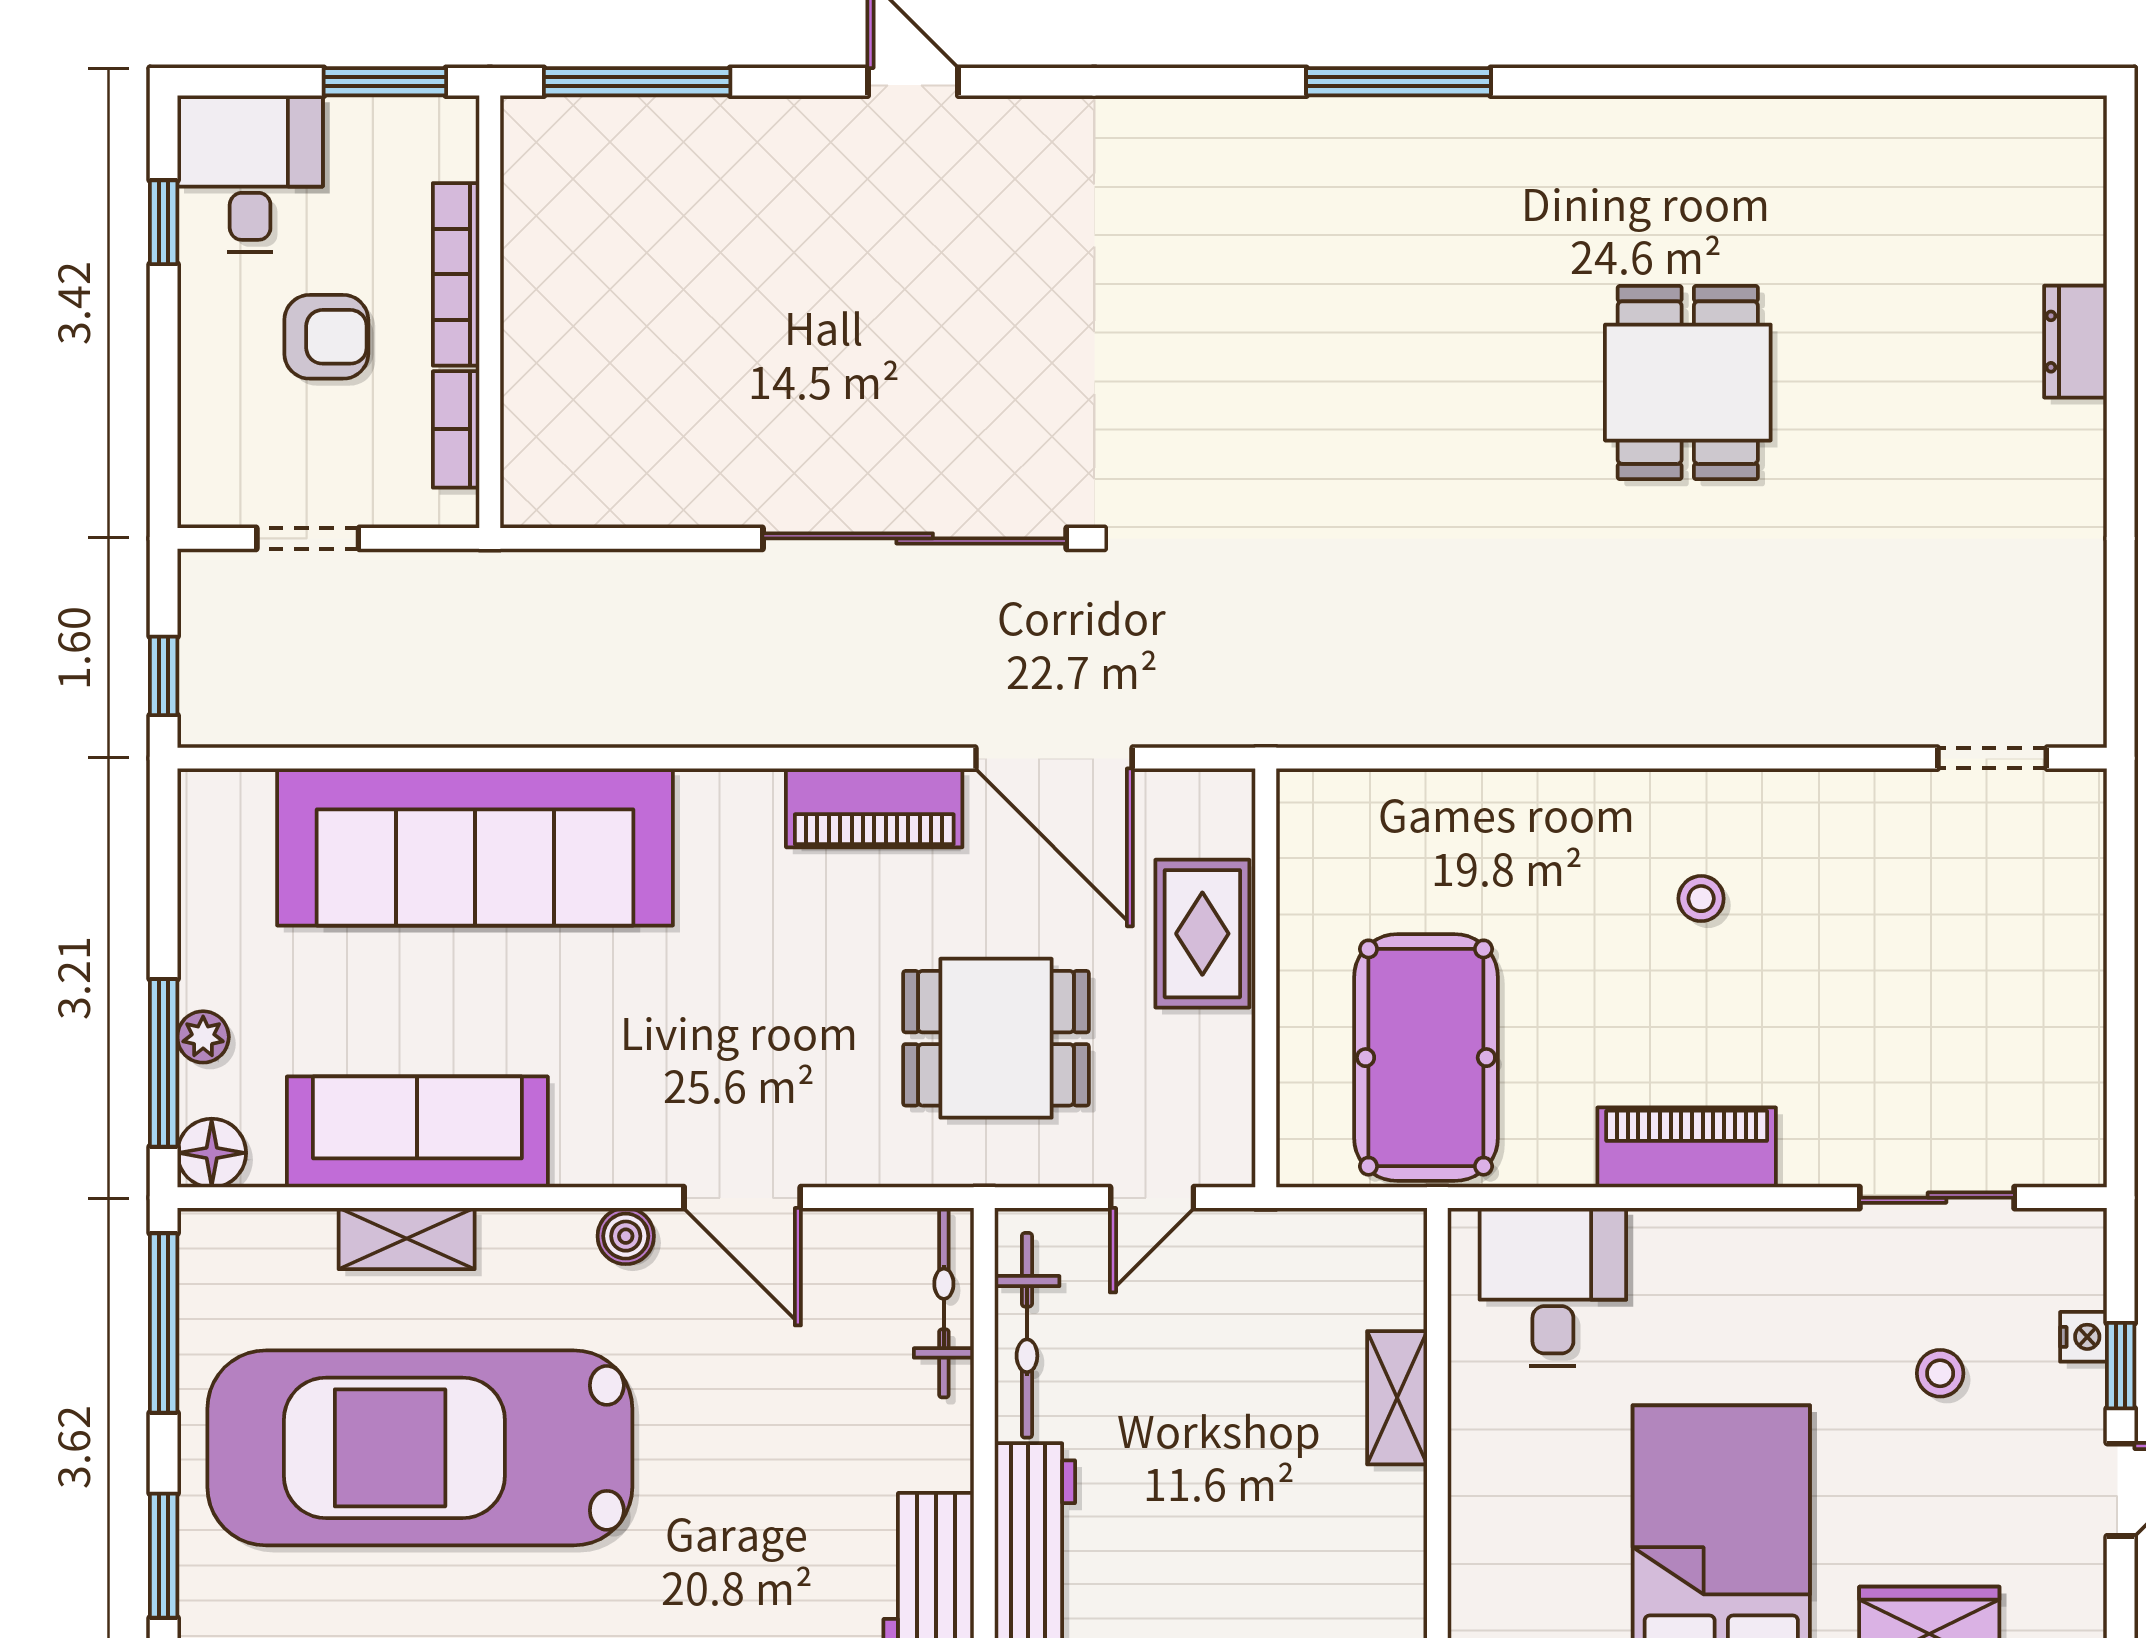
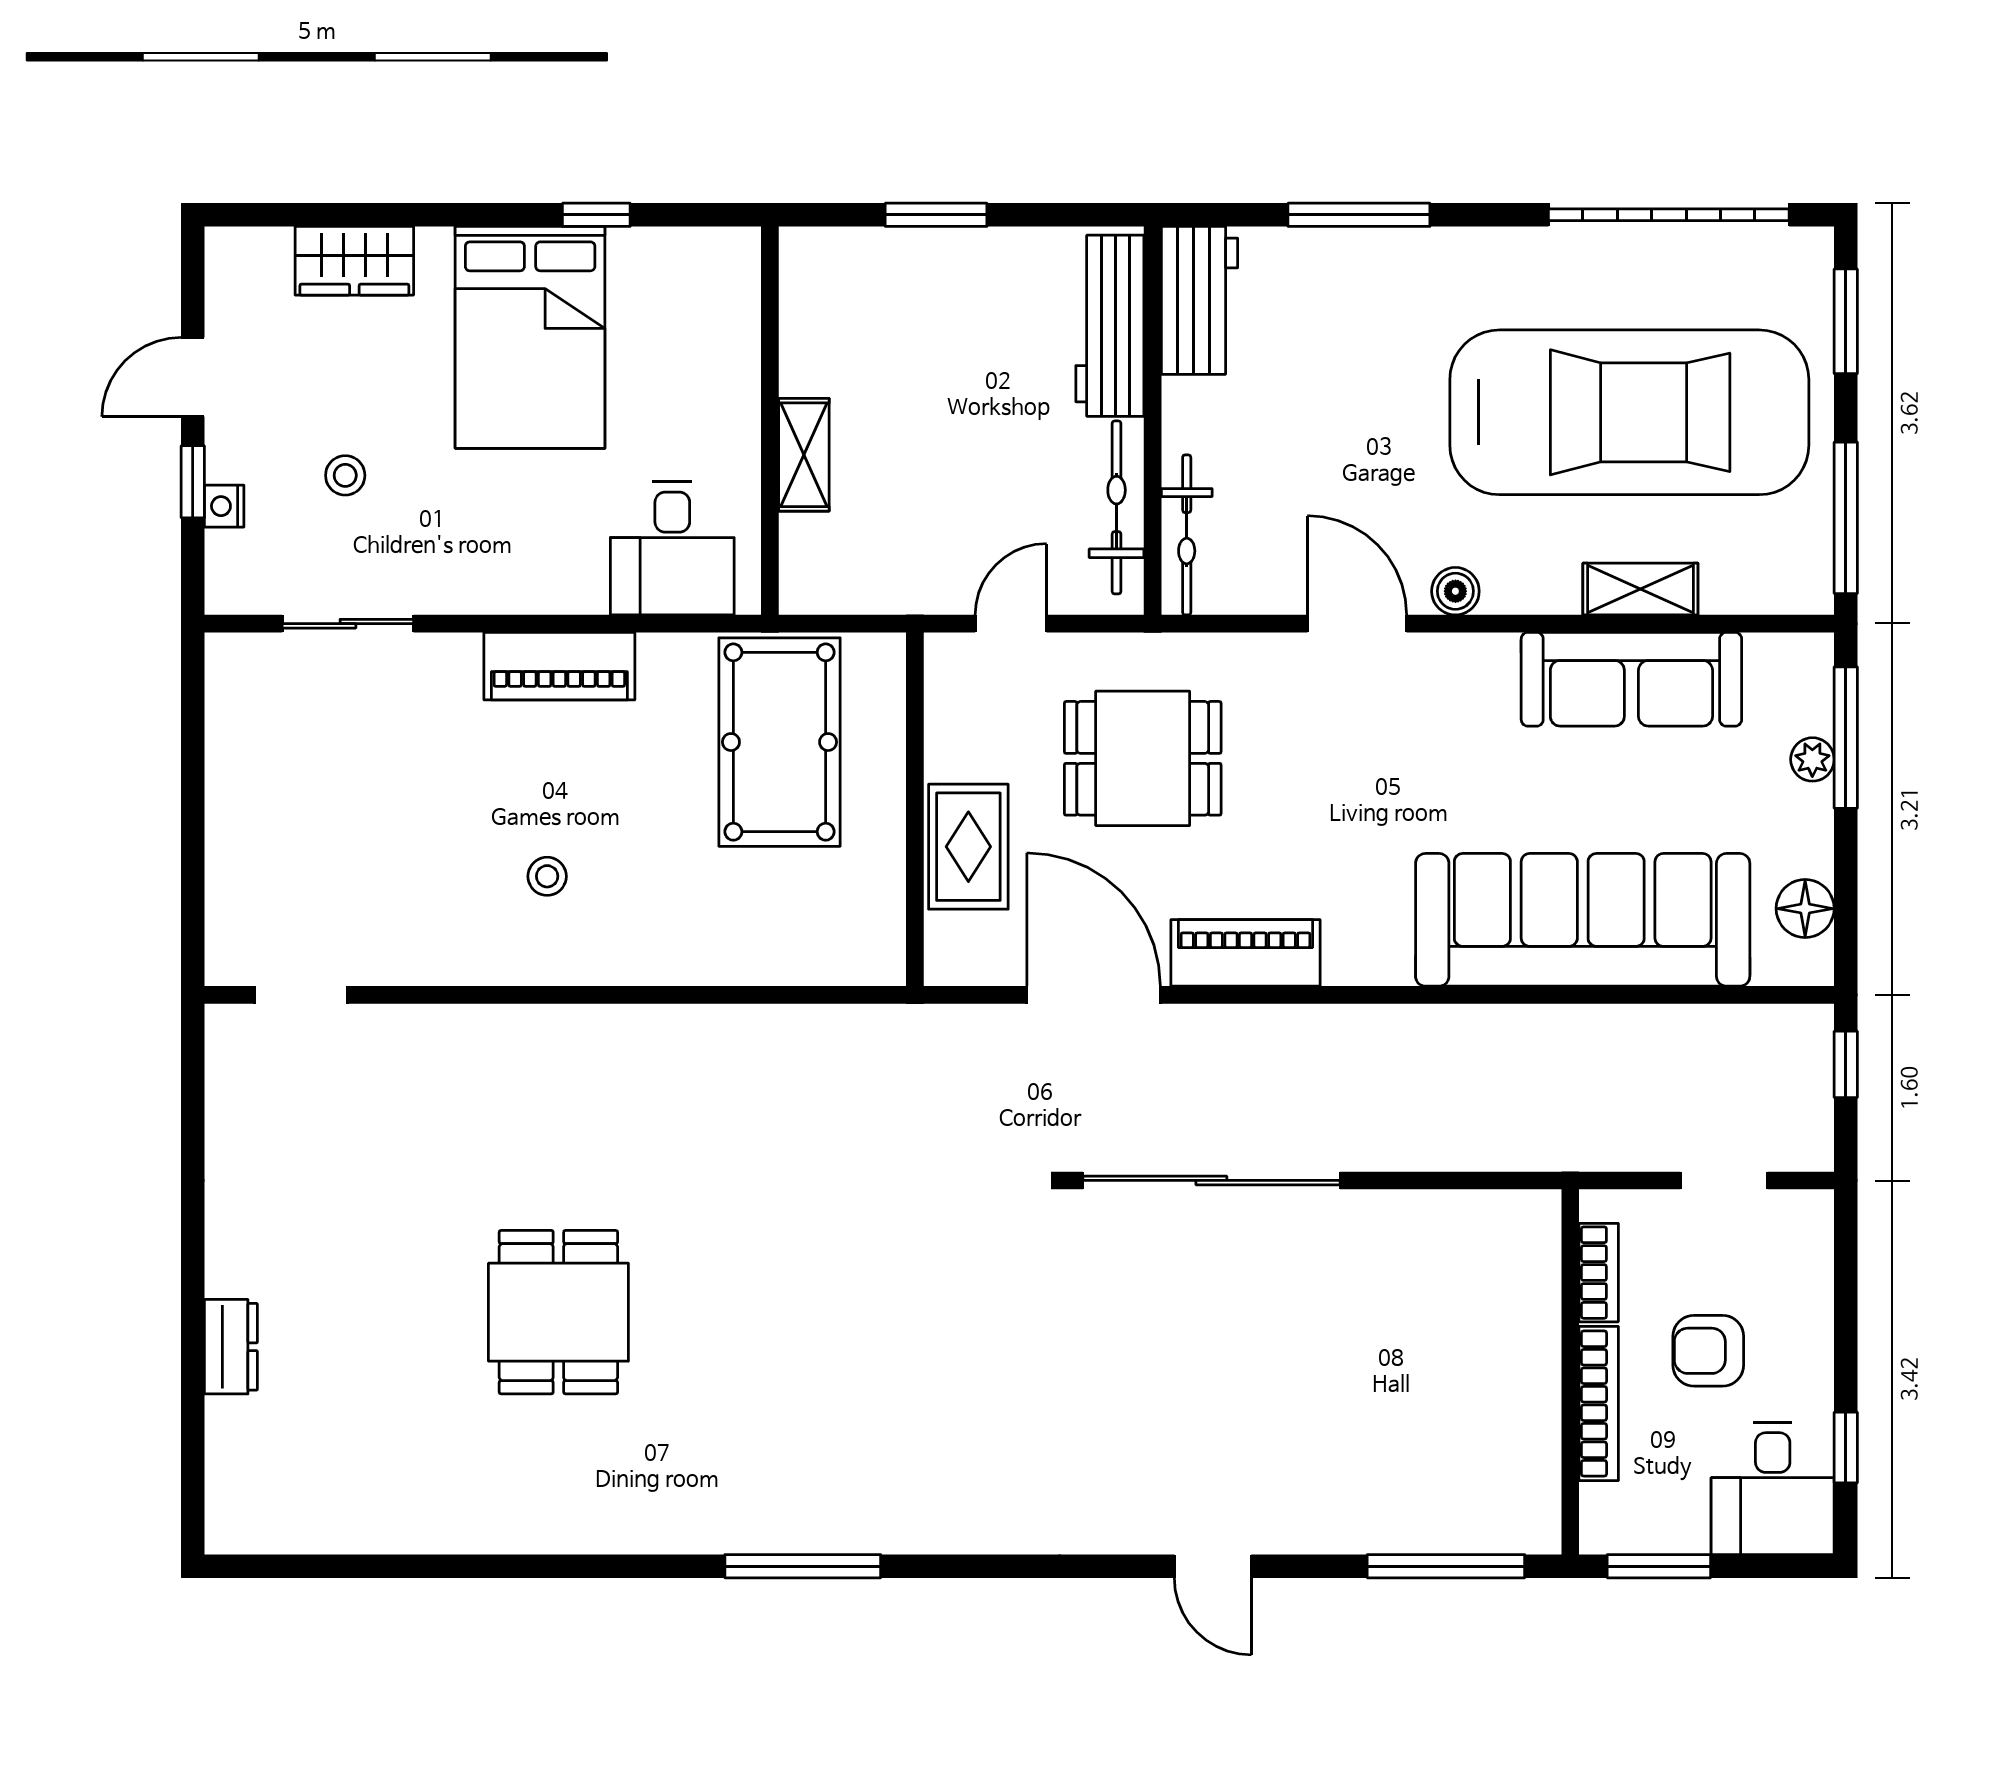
floor lamp: (212, 1153) -> (1805, 909), moved

